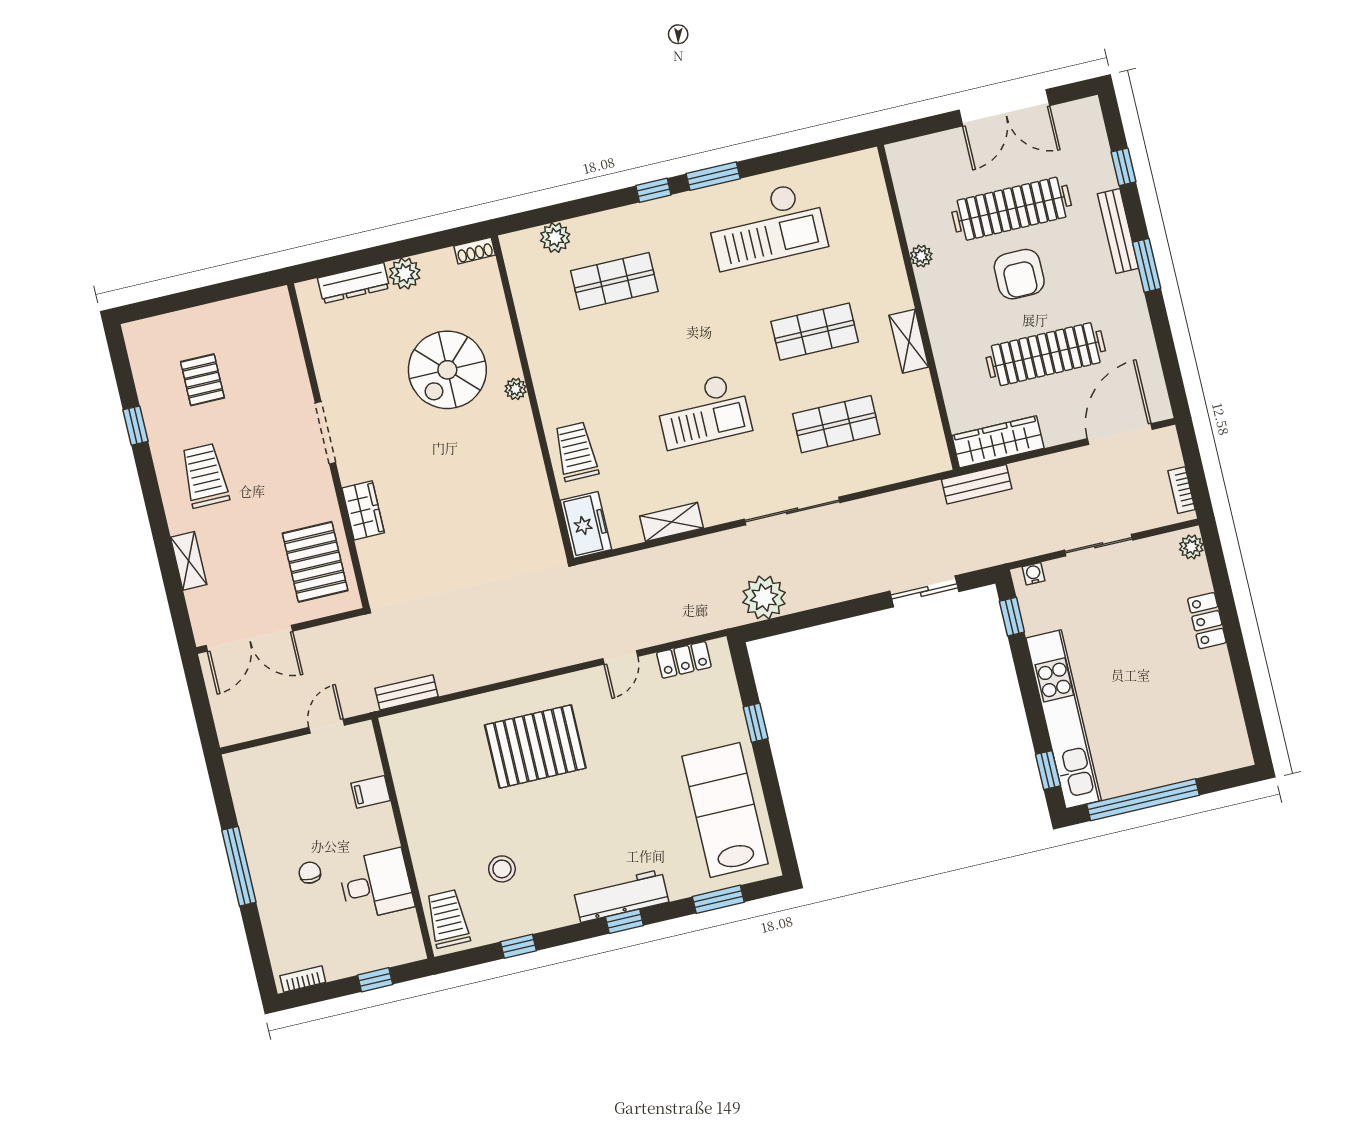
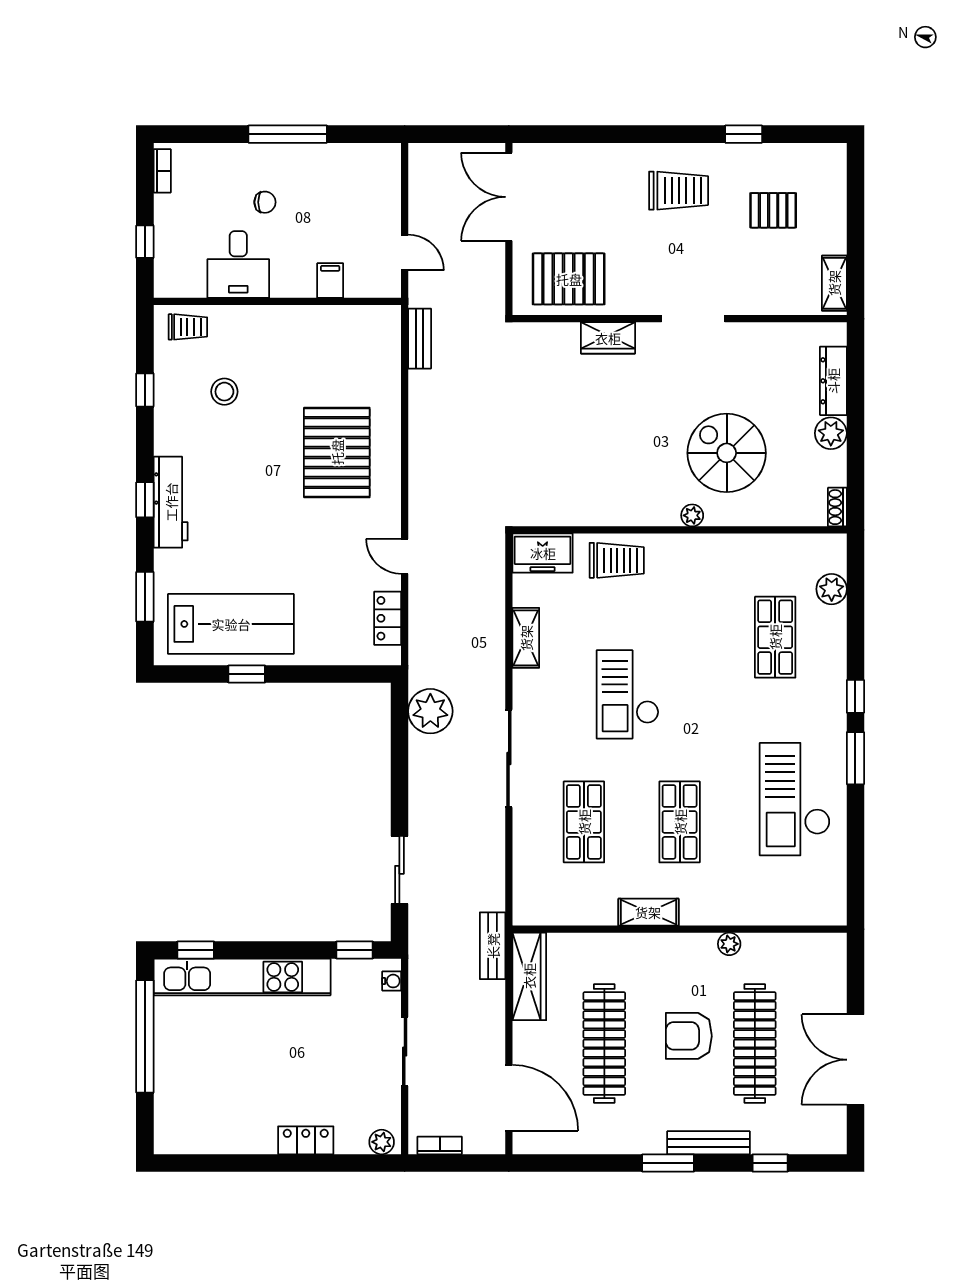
shelving: (189, 561) -> (834, 283), moved, turned 90
window: (756, 723) -> (247, 674), moved
trolley: (448, 919) -> (188, 327), width x0.73, depth x0.72

